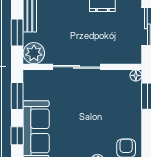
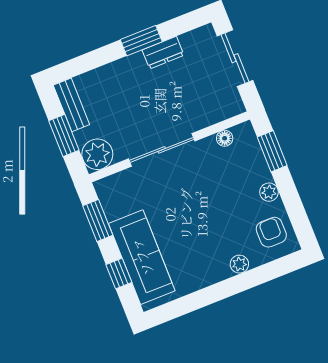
floor lamp: (136, 75) -> (225, 138), moved
plant: (135, 122) -> (269, 192), added

